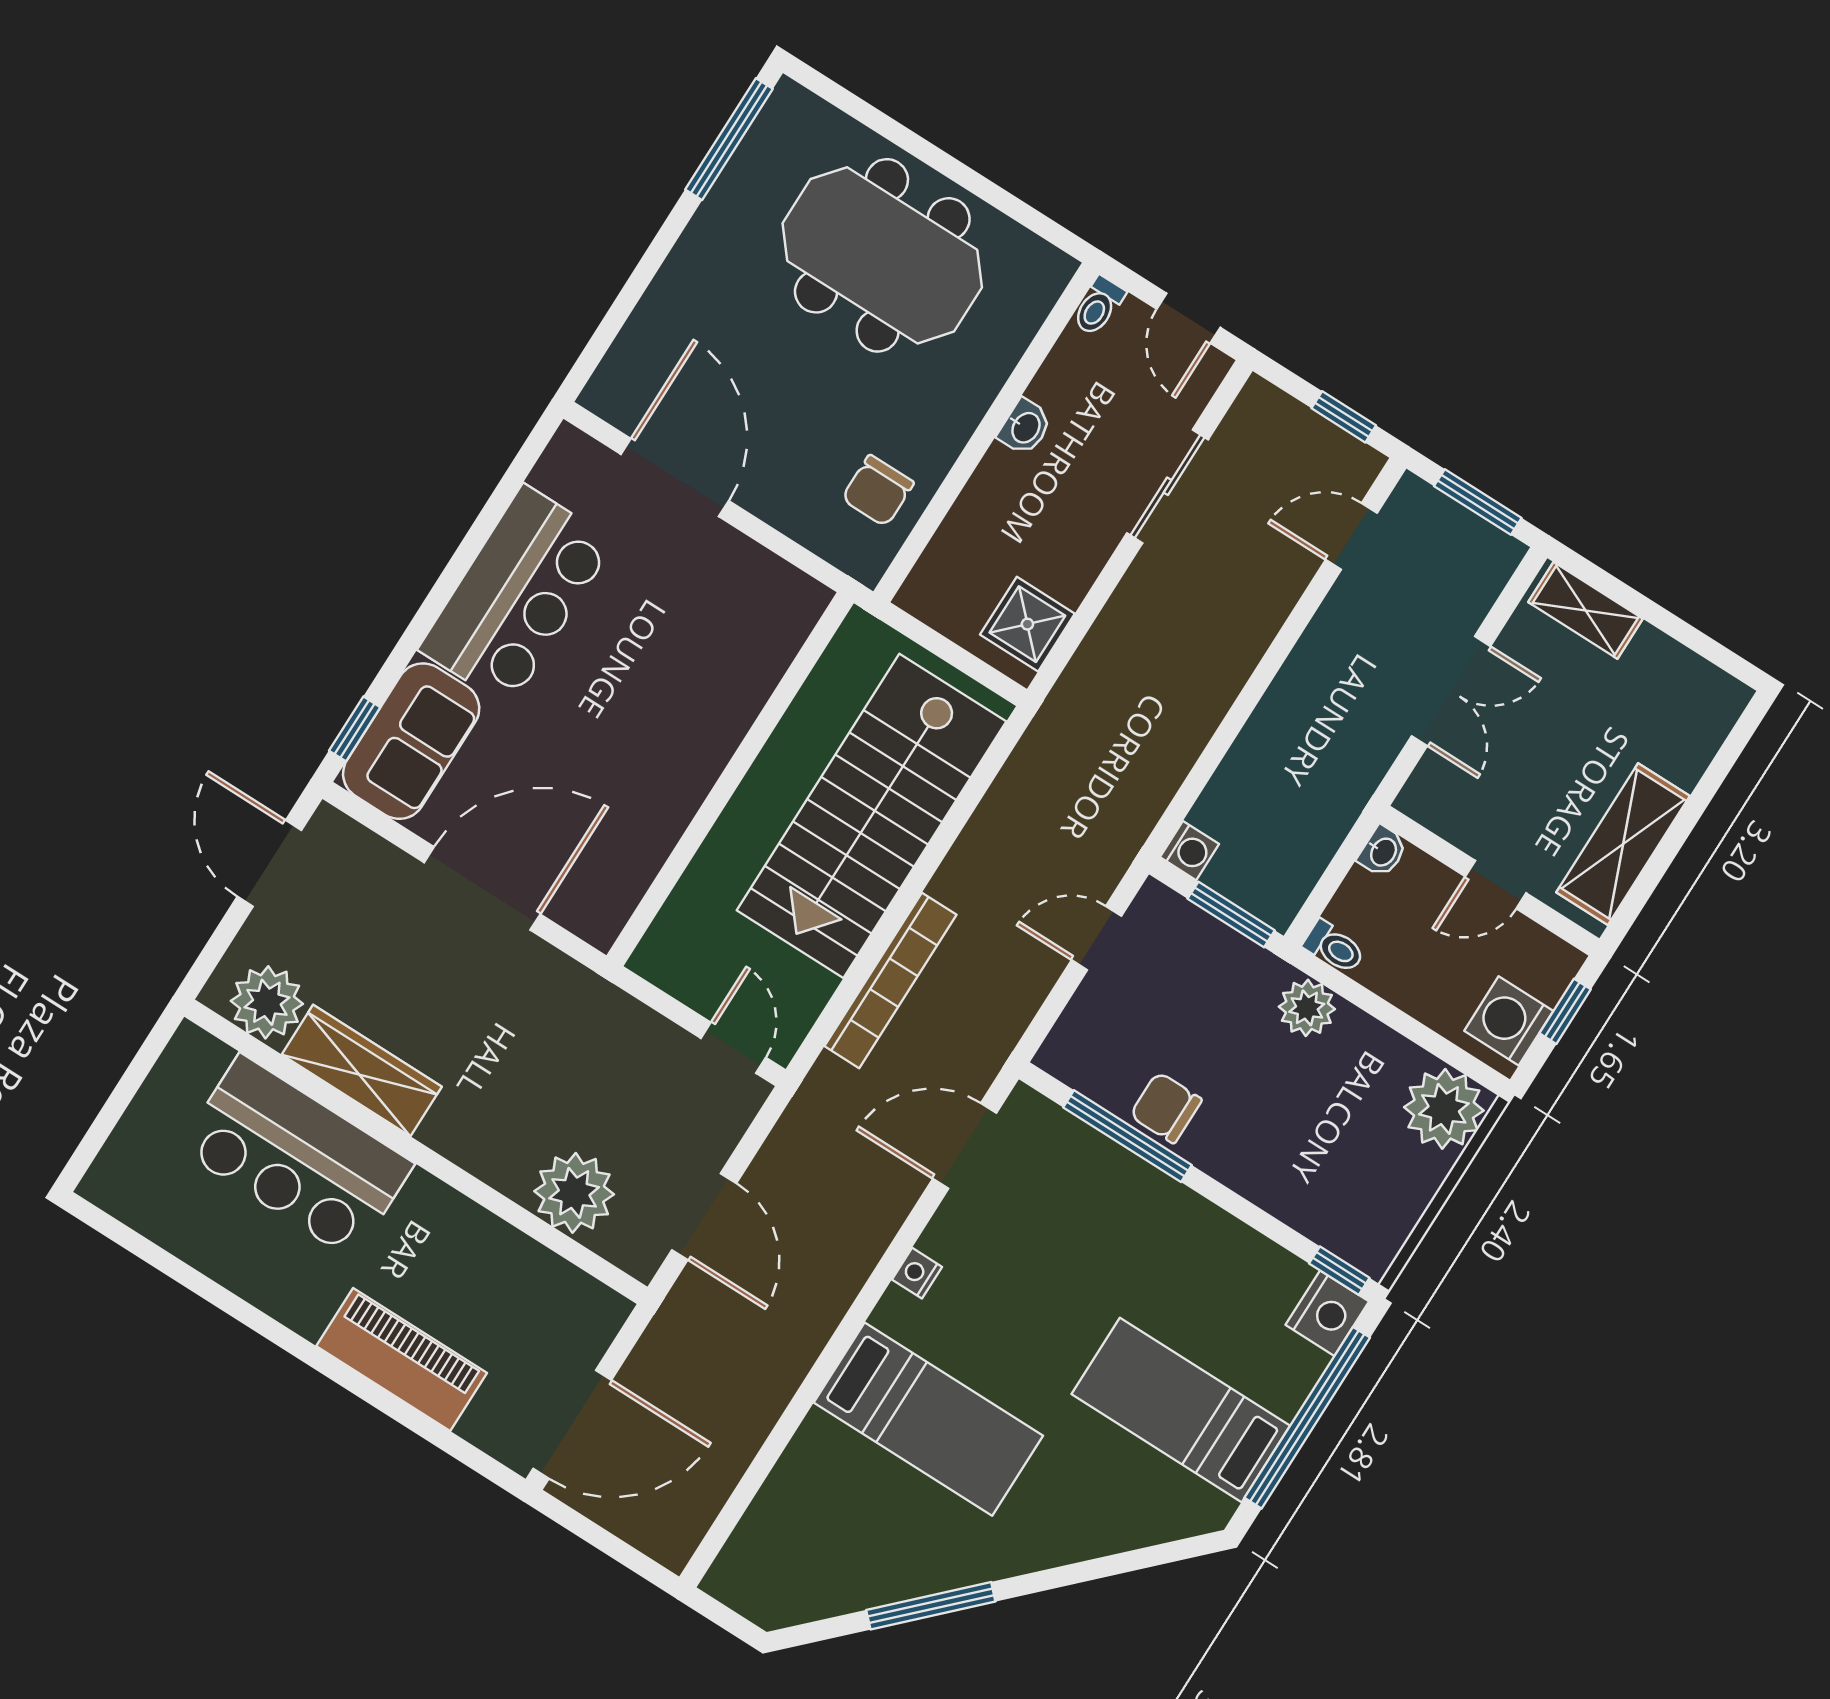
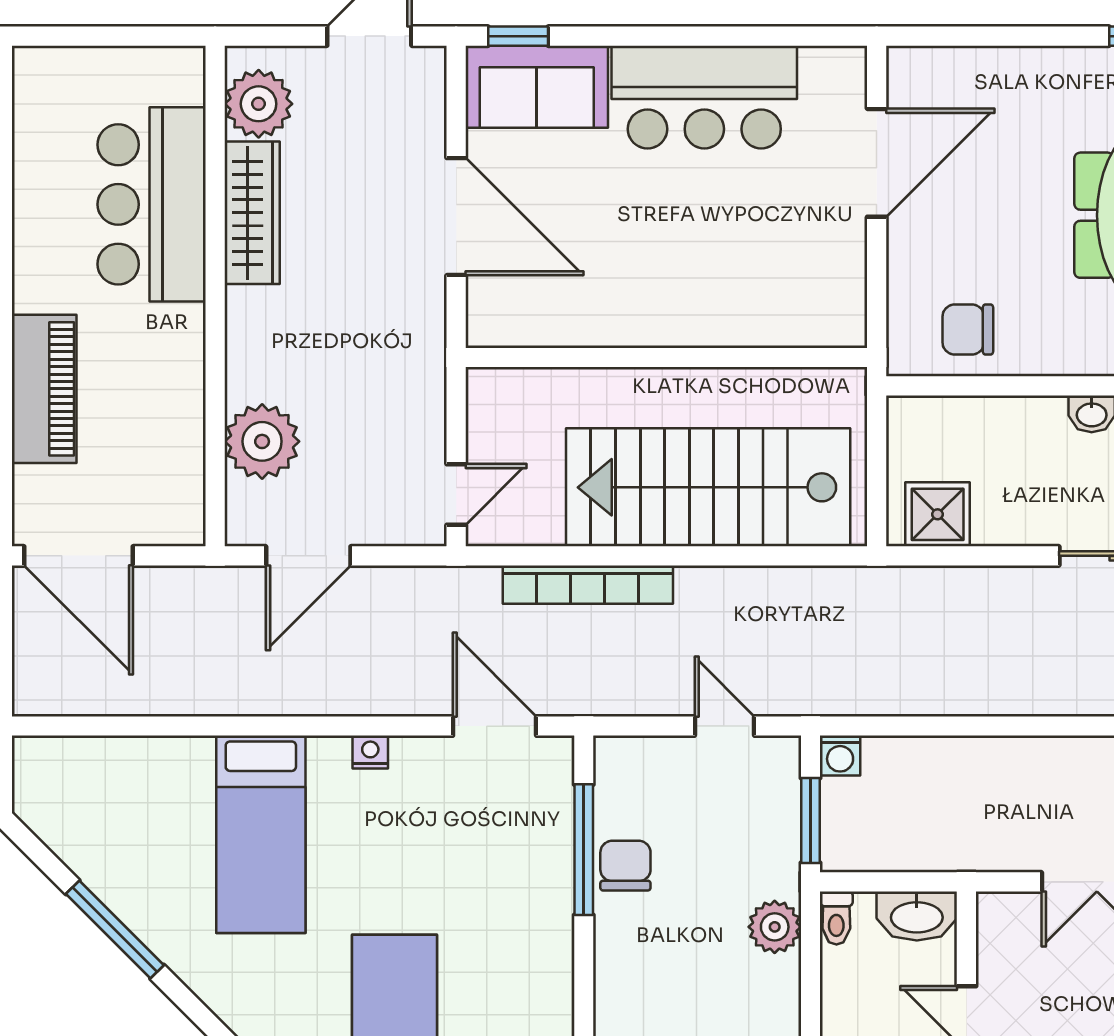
washbasin: (1383, 852) -> (917, 916), width x1.91, depth x1.45

